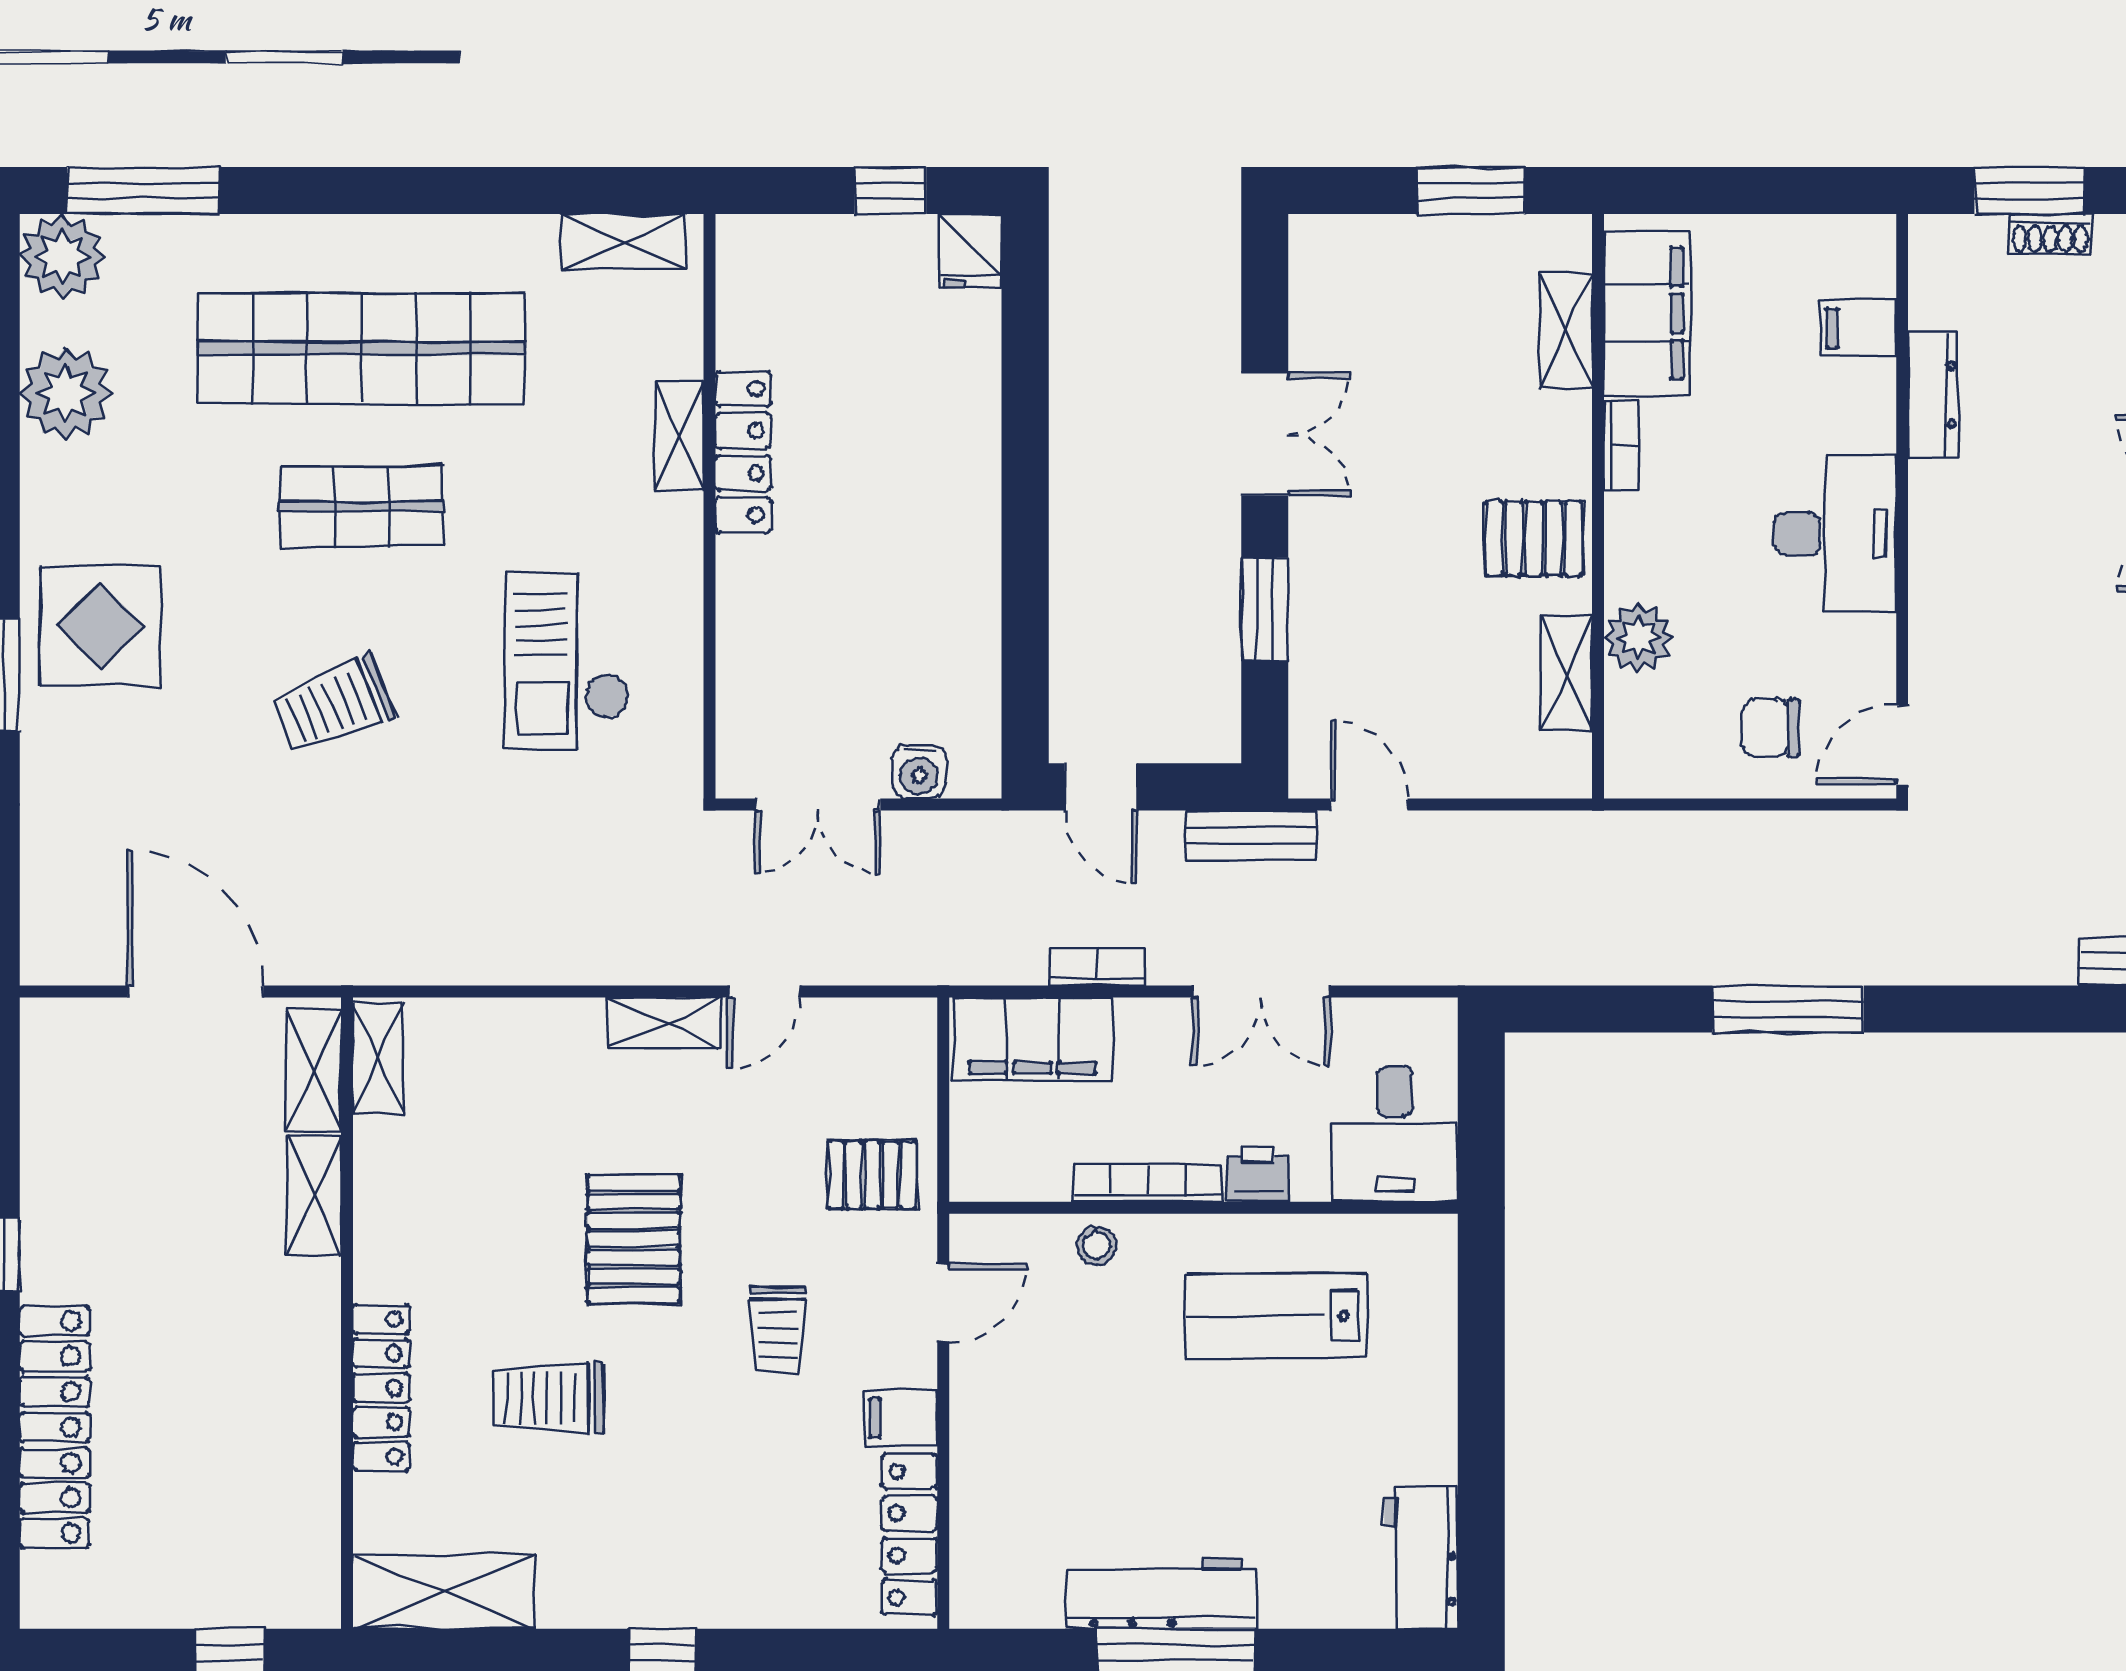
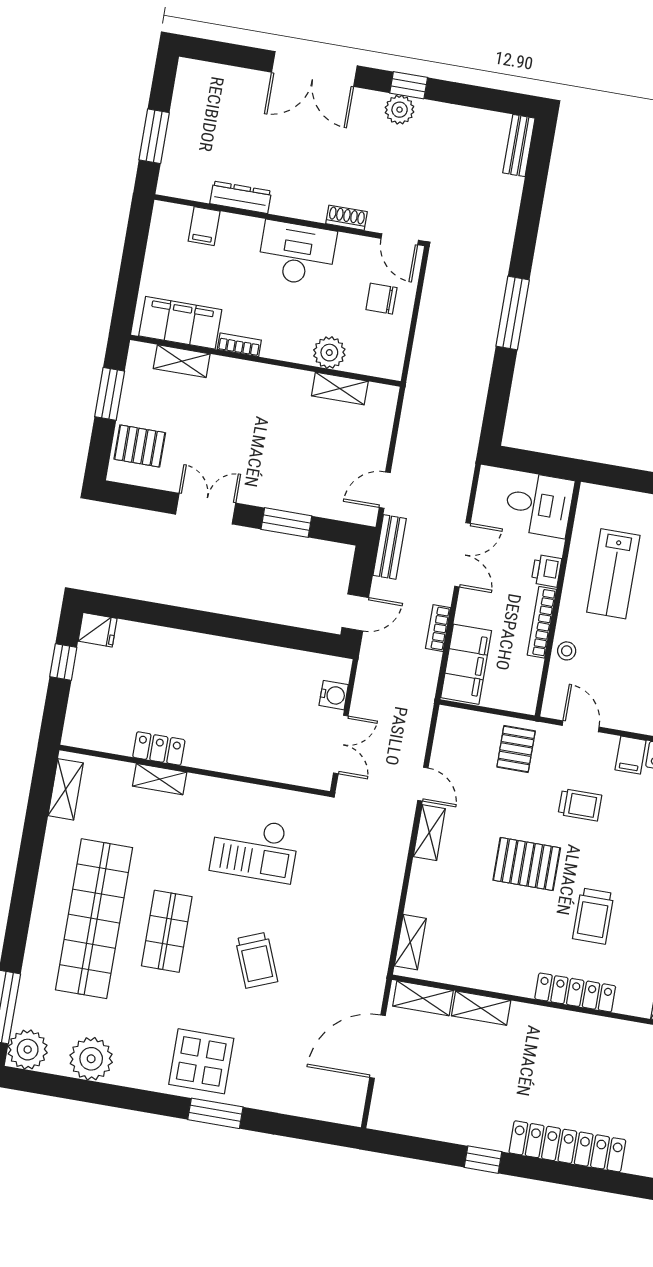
shoe rack: (2050, 234) -> (347, 218), moved, turned -90
locker: (743, 452) -> (159, 749), width x0.66
pallet: (1534, 538) -> (140, 446), moved, turned 90
chair: (1771, 728) -> (381, 299), turned 90
shelving: (378, 1058) -> (410, 942), moved, turned 90

